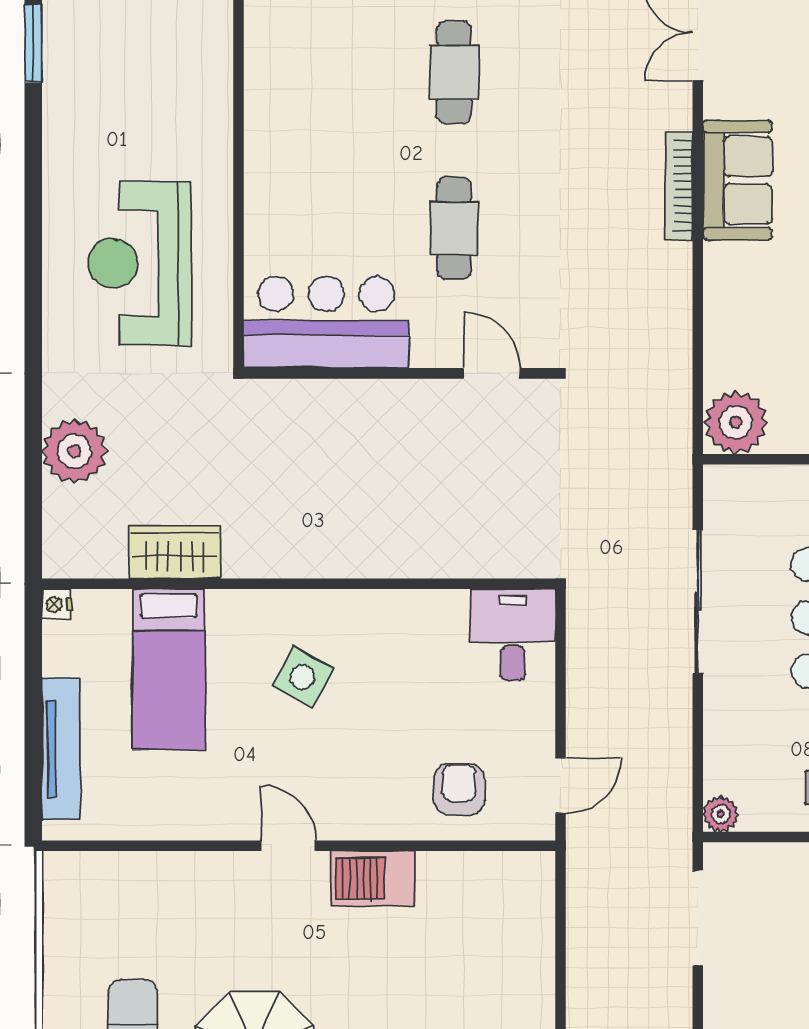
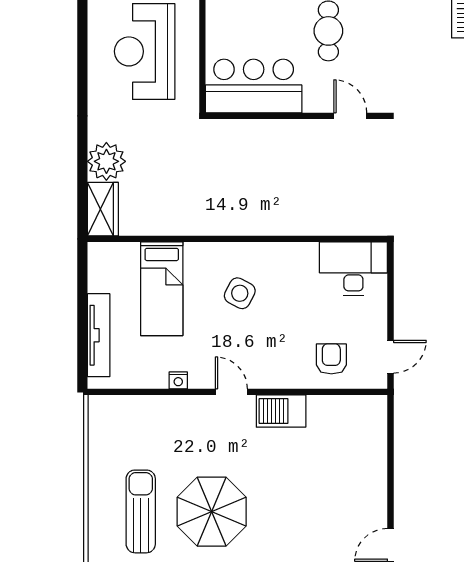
wardrobe: (175, 552) -> (103, 209), moved, turned 90
nightstand: (56, 604) -> (178, 380), moved, turned -90
desk: (513, 635) -> (353, 269), width x1.37

